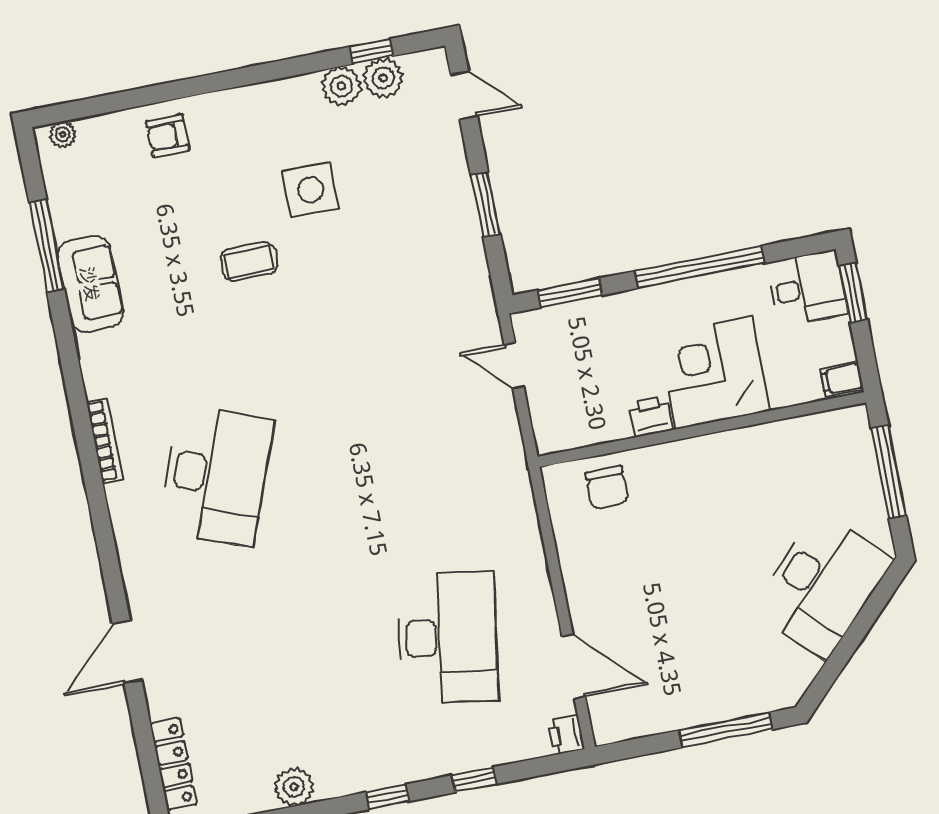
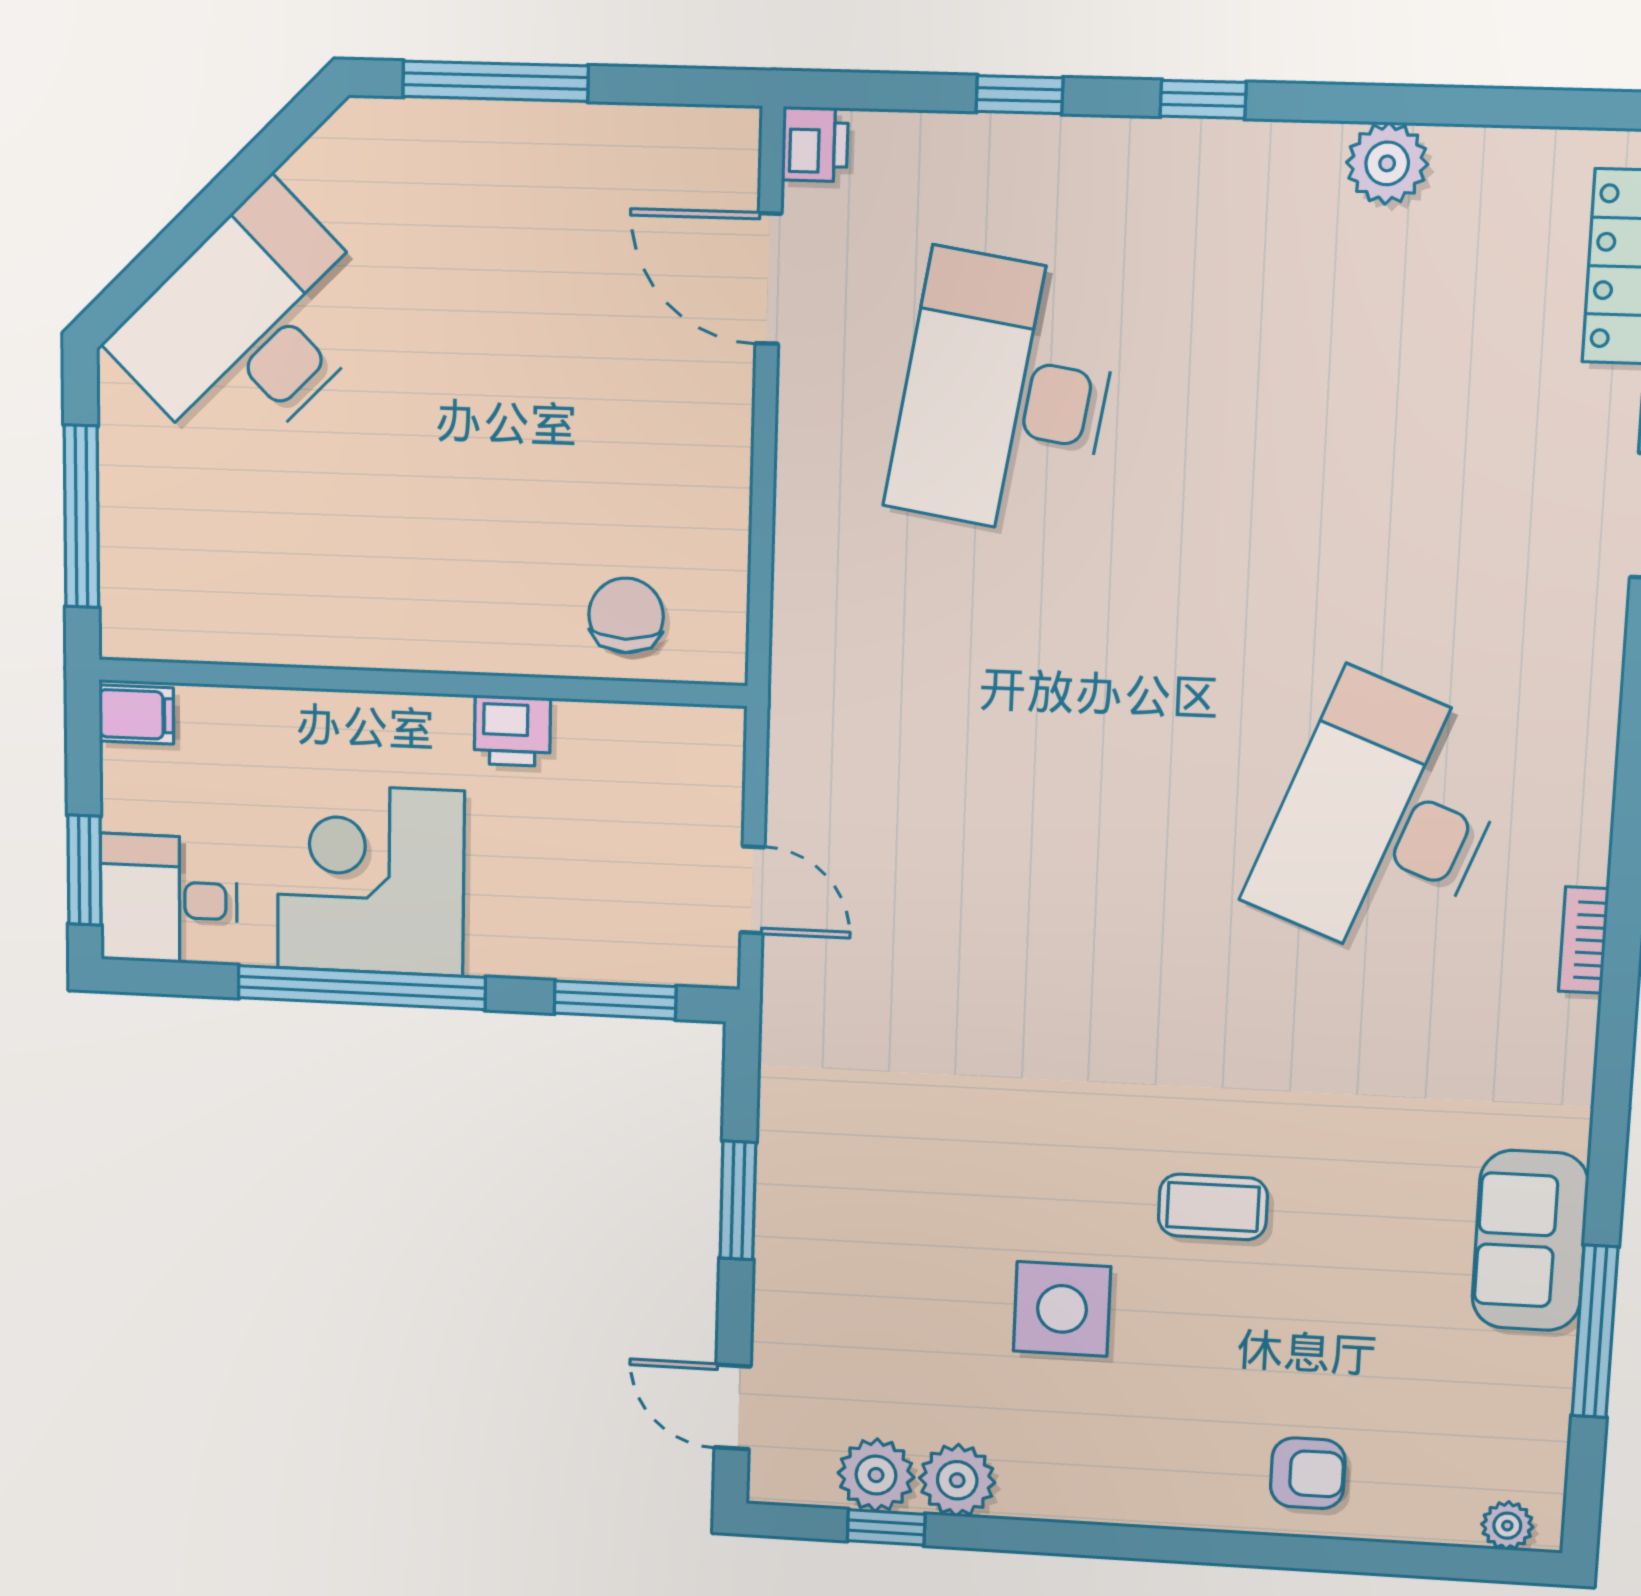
corner desk: (714, 373) -> (371, 880), moved, turned 180
bookcase: (105, 440) -> (1584, 940), width x0.64

